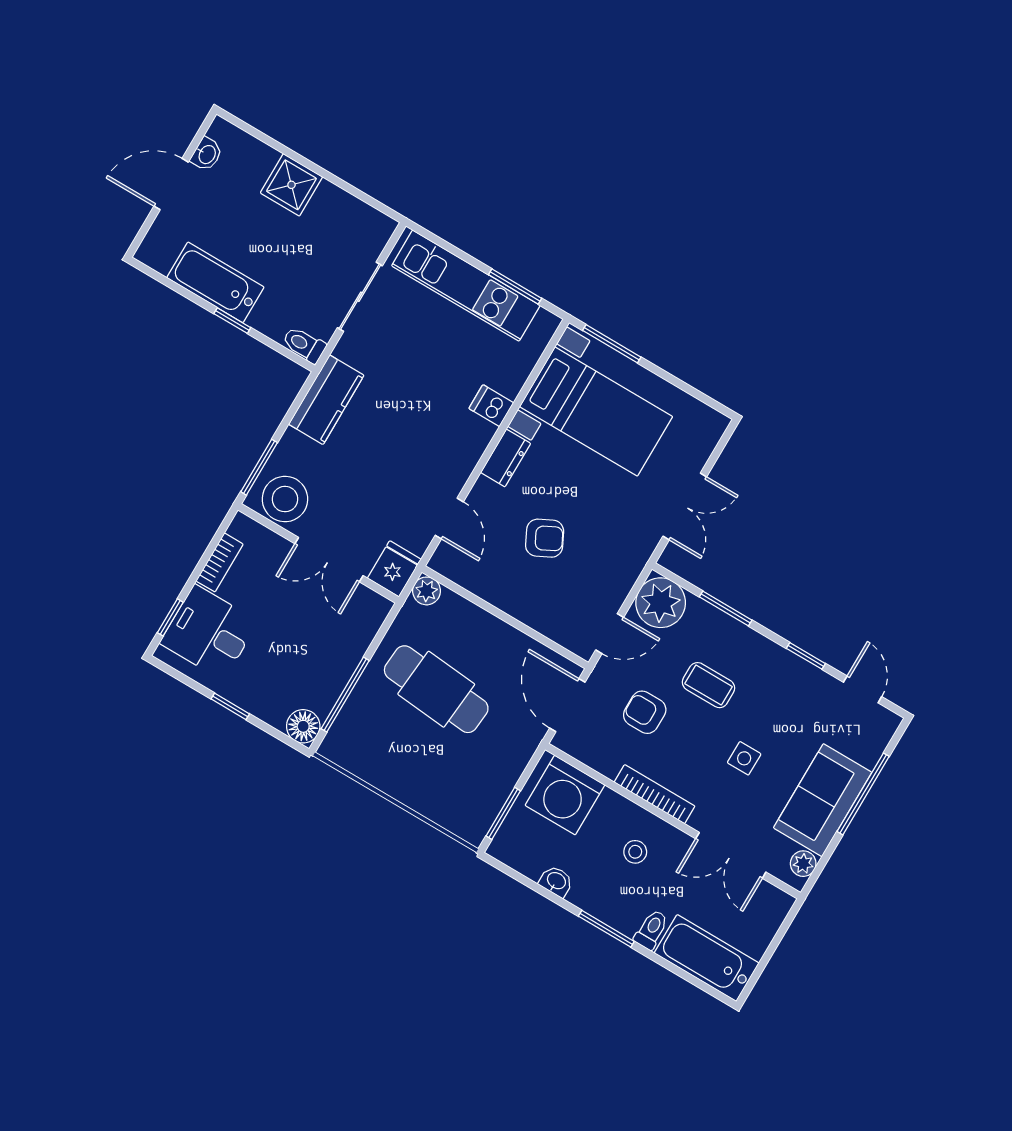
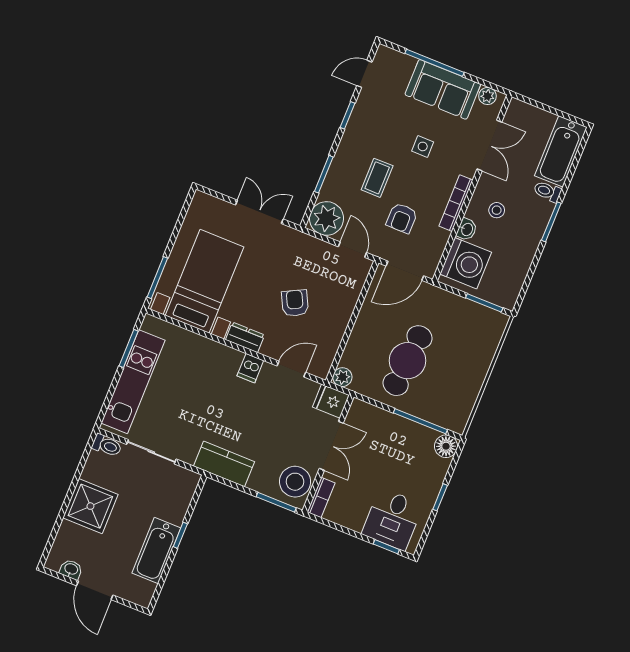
shower: (291, 185) -> (90, 506), width x1.36, depth x1.36
toilet: (304, 345) -> (107, 445), moved, turned -90
dishwasher: (491, 406) -> (250, 368), moved
bookcase: (220, 562) -> (321, 498), moved, turned 90
washbasin: (556, 881) -> (467, 229), moved, turned 180

